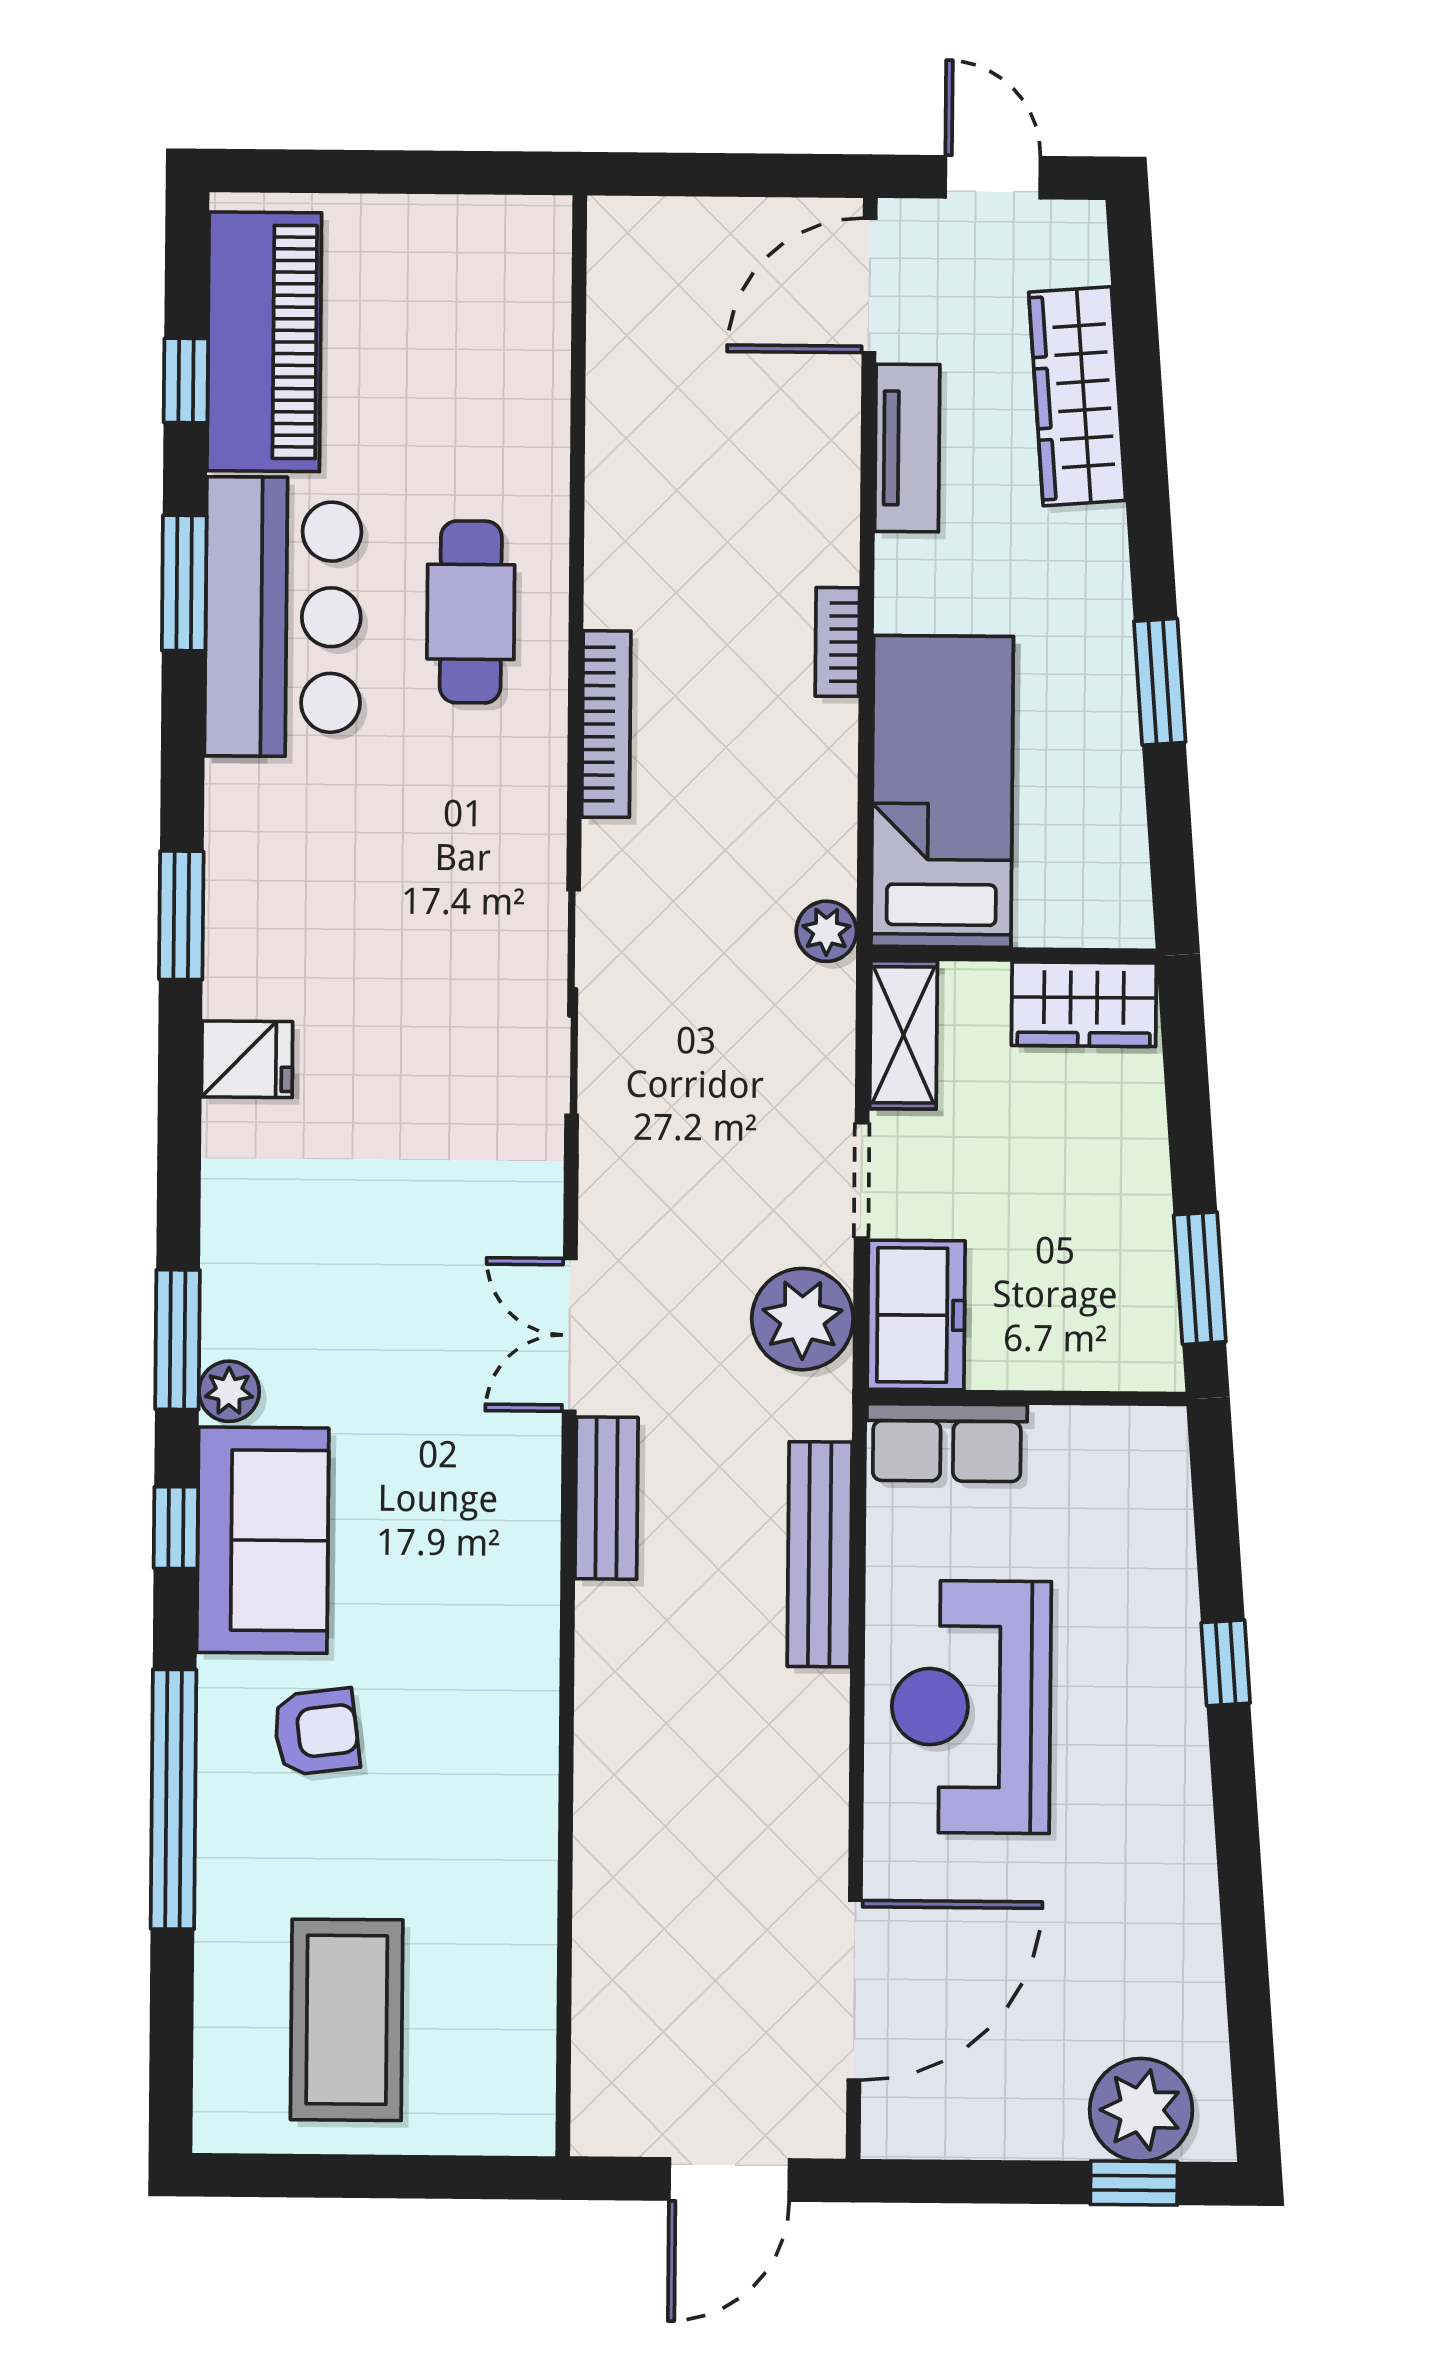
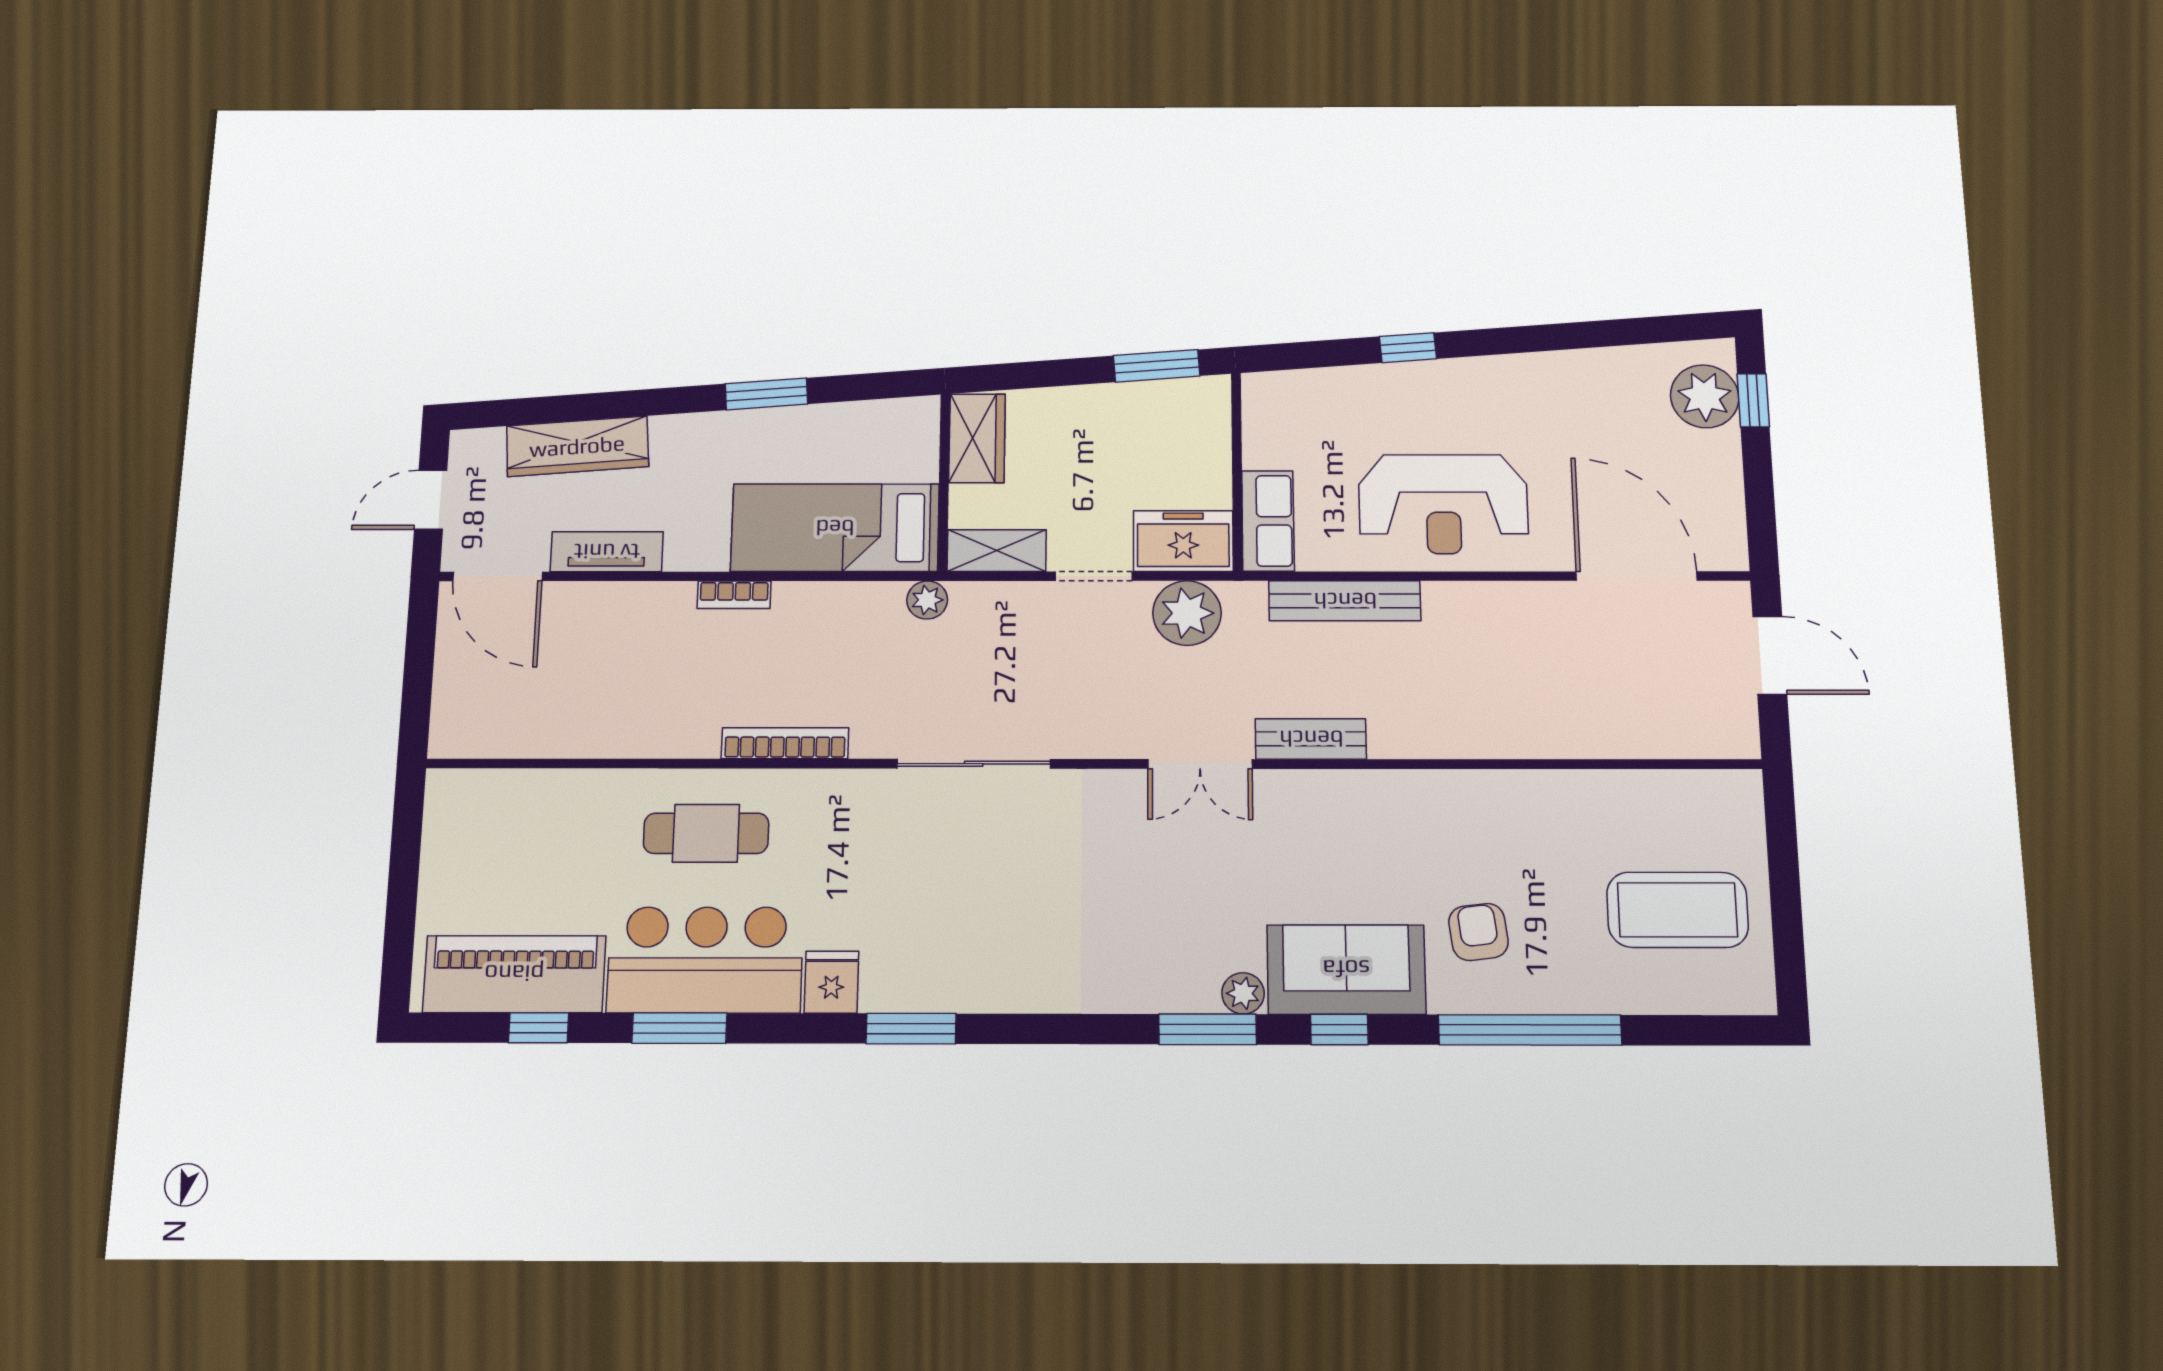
fridge: (247, 1059) -> (831, 982), moved

